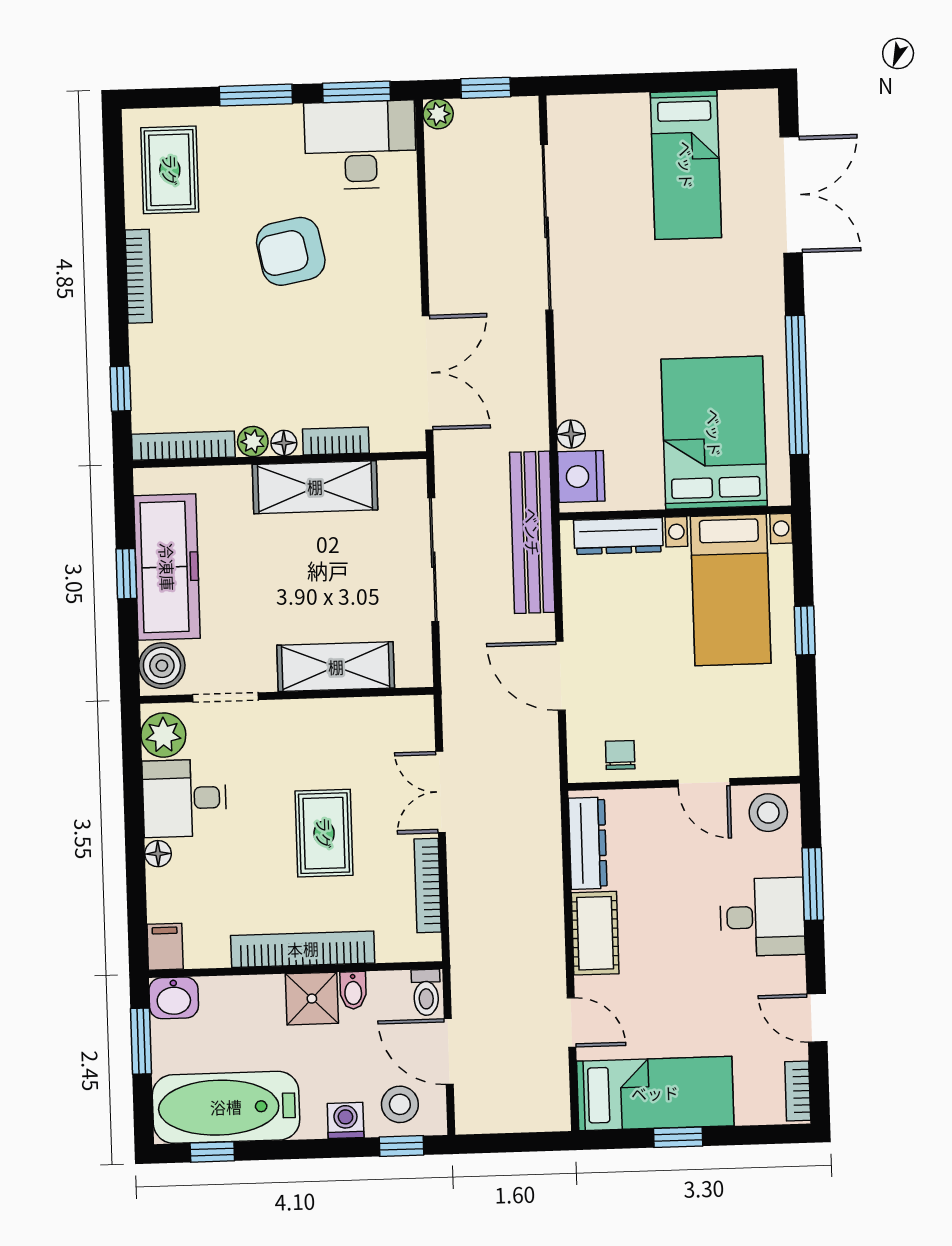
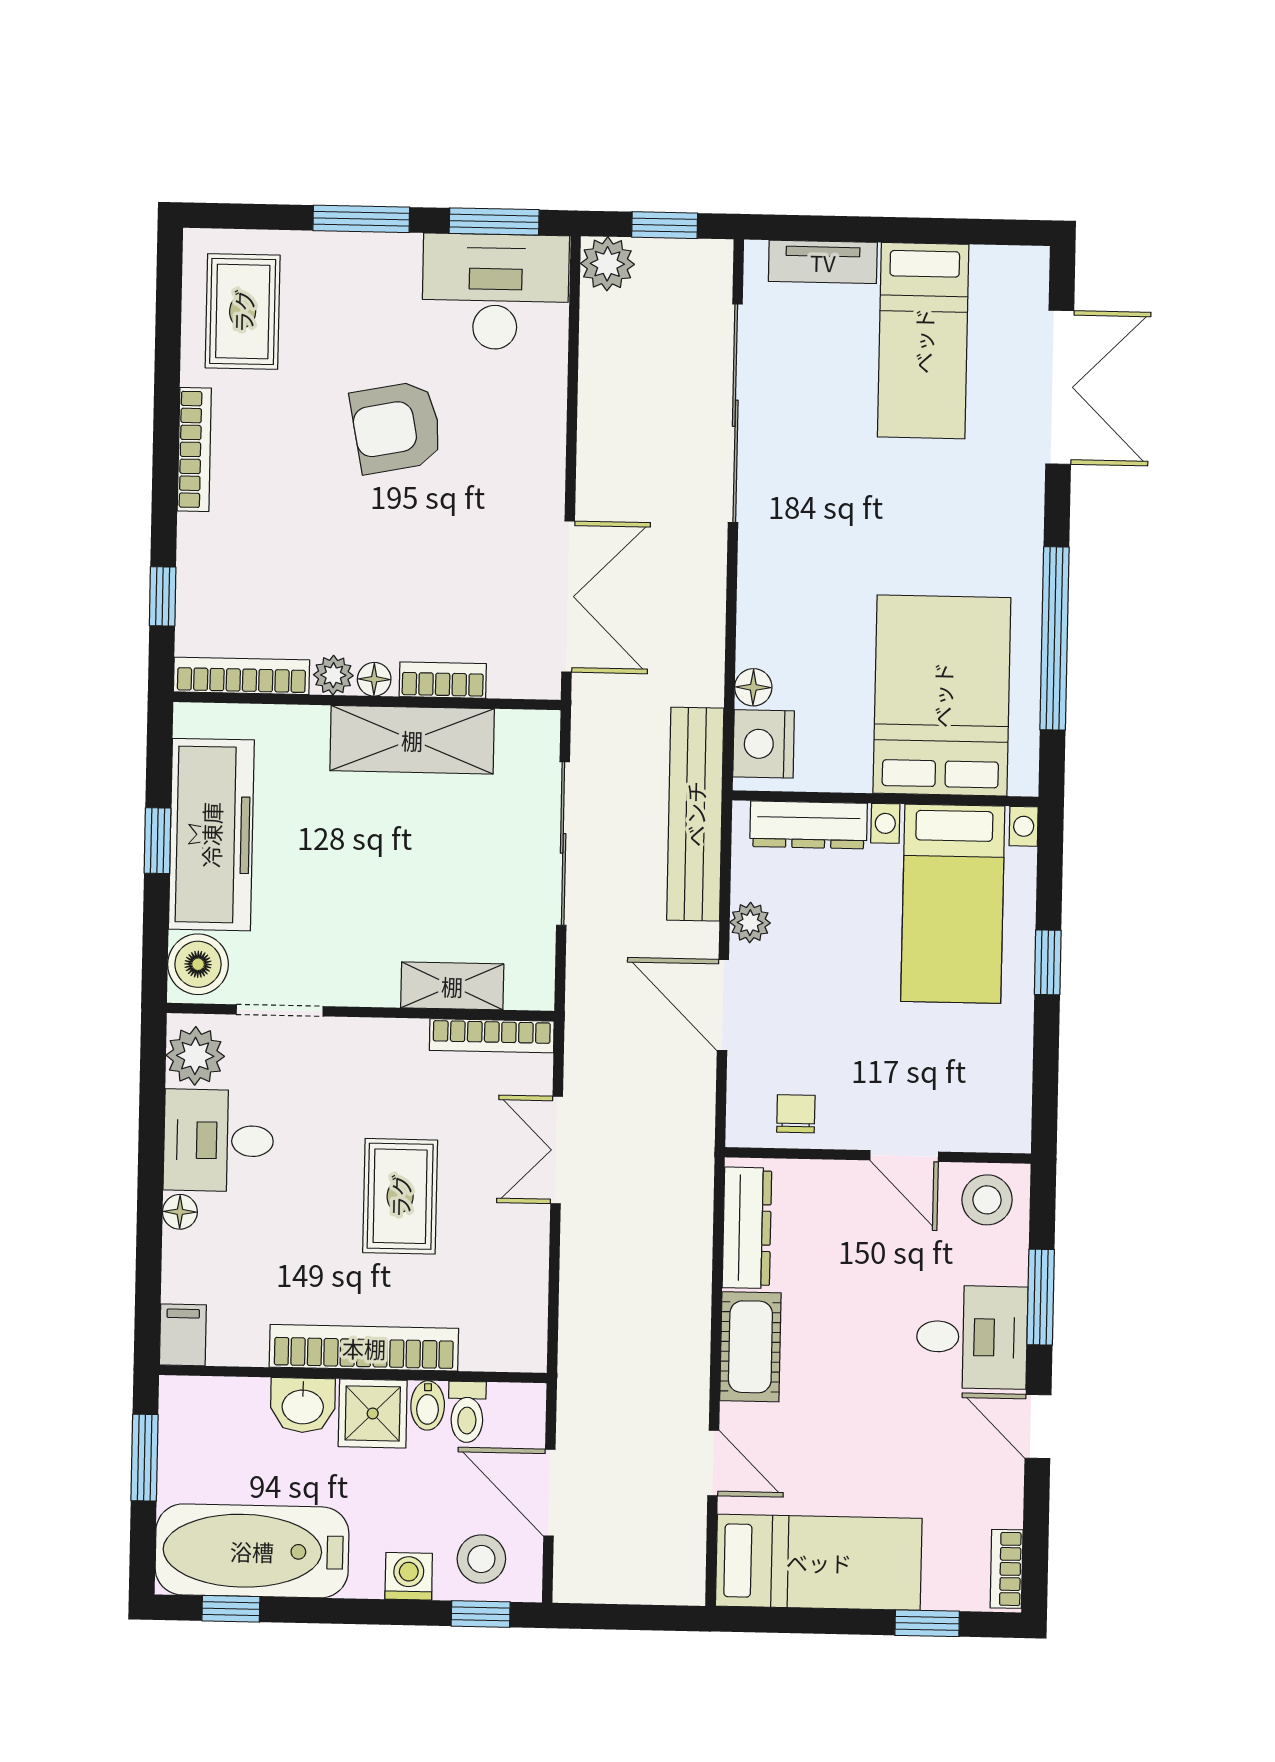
tv unit: (607, 109) -> (823, 262), added
plant: (438, 114) -> (607, 264), width x1.38, depth x1.38
plant: (578, 612) -> (750, 923), added
shelving: (336, 667) -> (452, 986), width x0.67, depth x0.75
bookcase: (428, 886) -> (492, 1036), moved, turned -90
toilet: (426, 992) -> (467, 1412), moved
washbasin: (174, 998) -> (303, 1405), moved
door: (817, 1018) -> (1038, 1426), moved
window: (678, 1137) -> (927, 1623), moved

